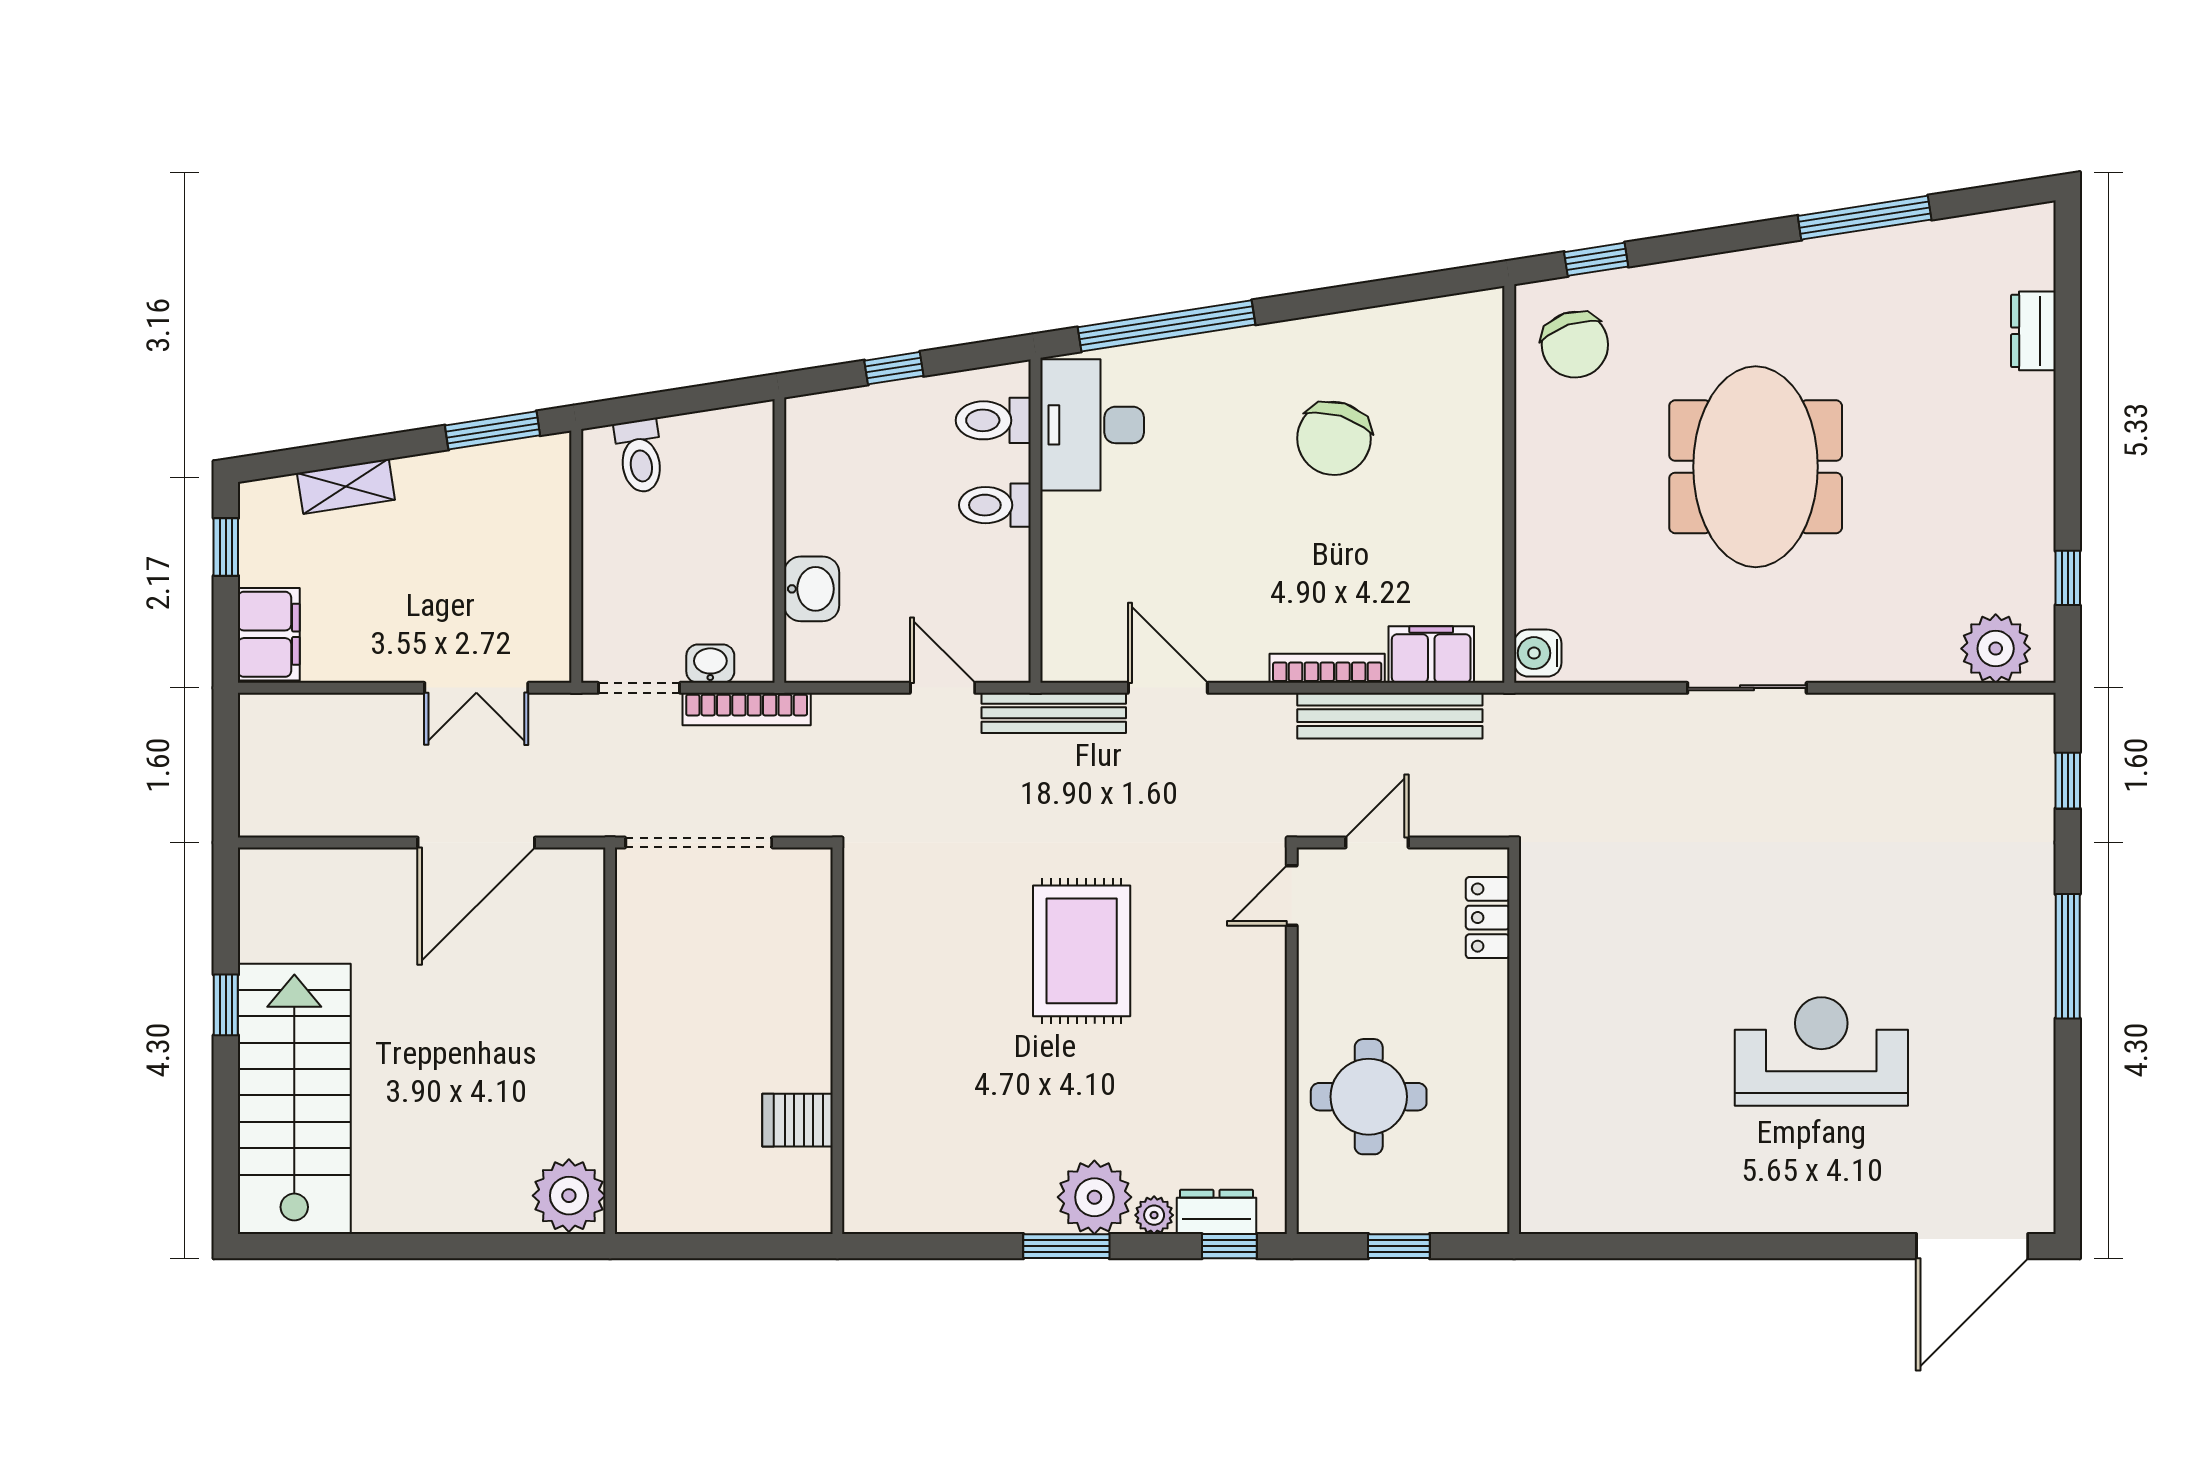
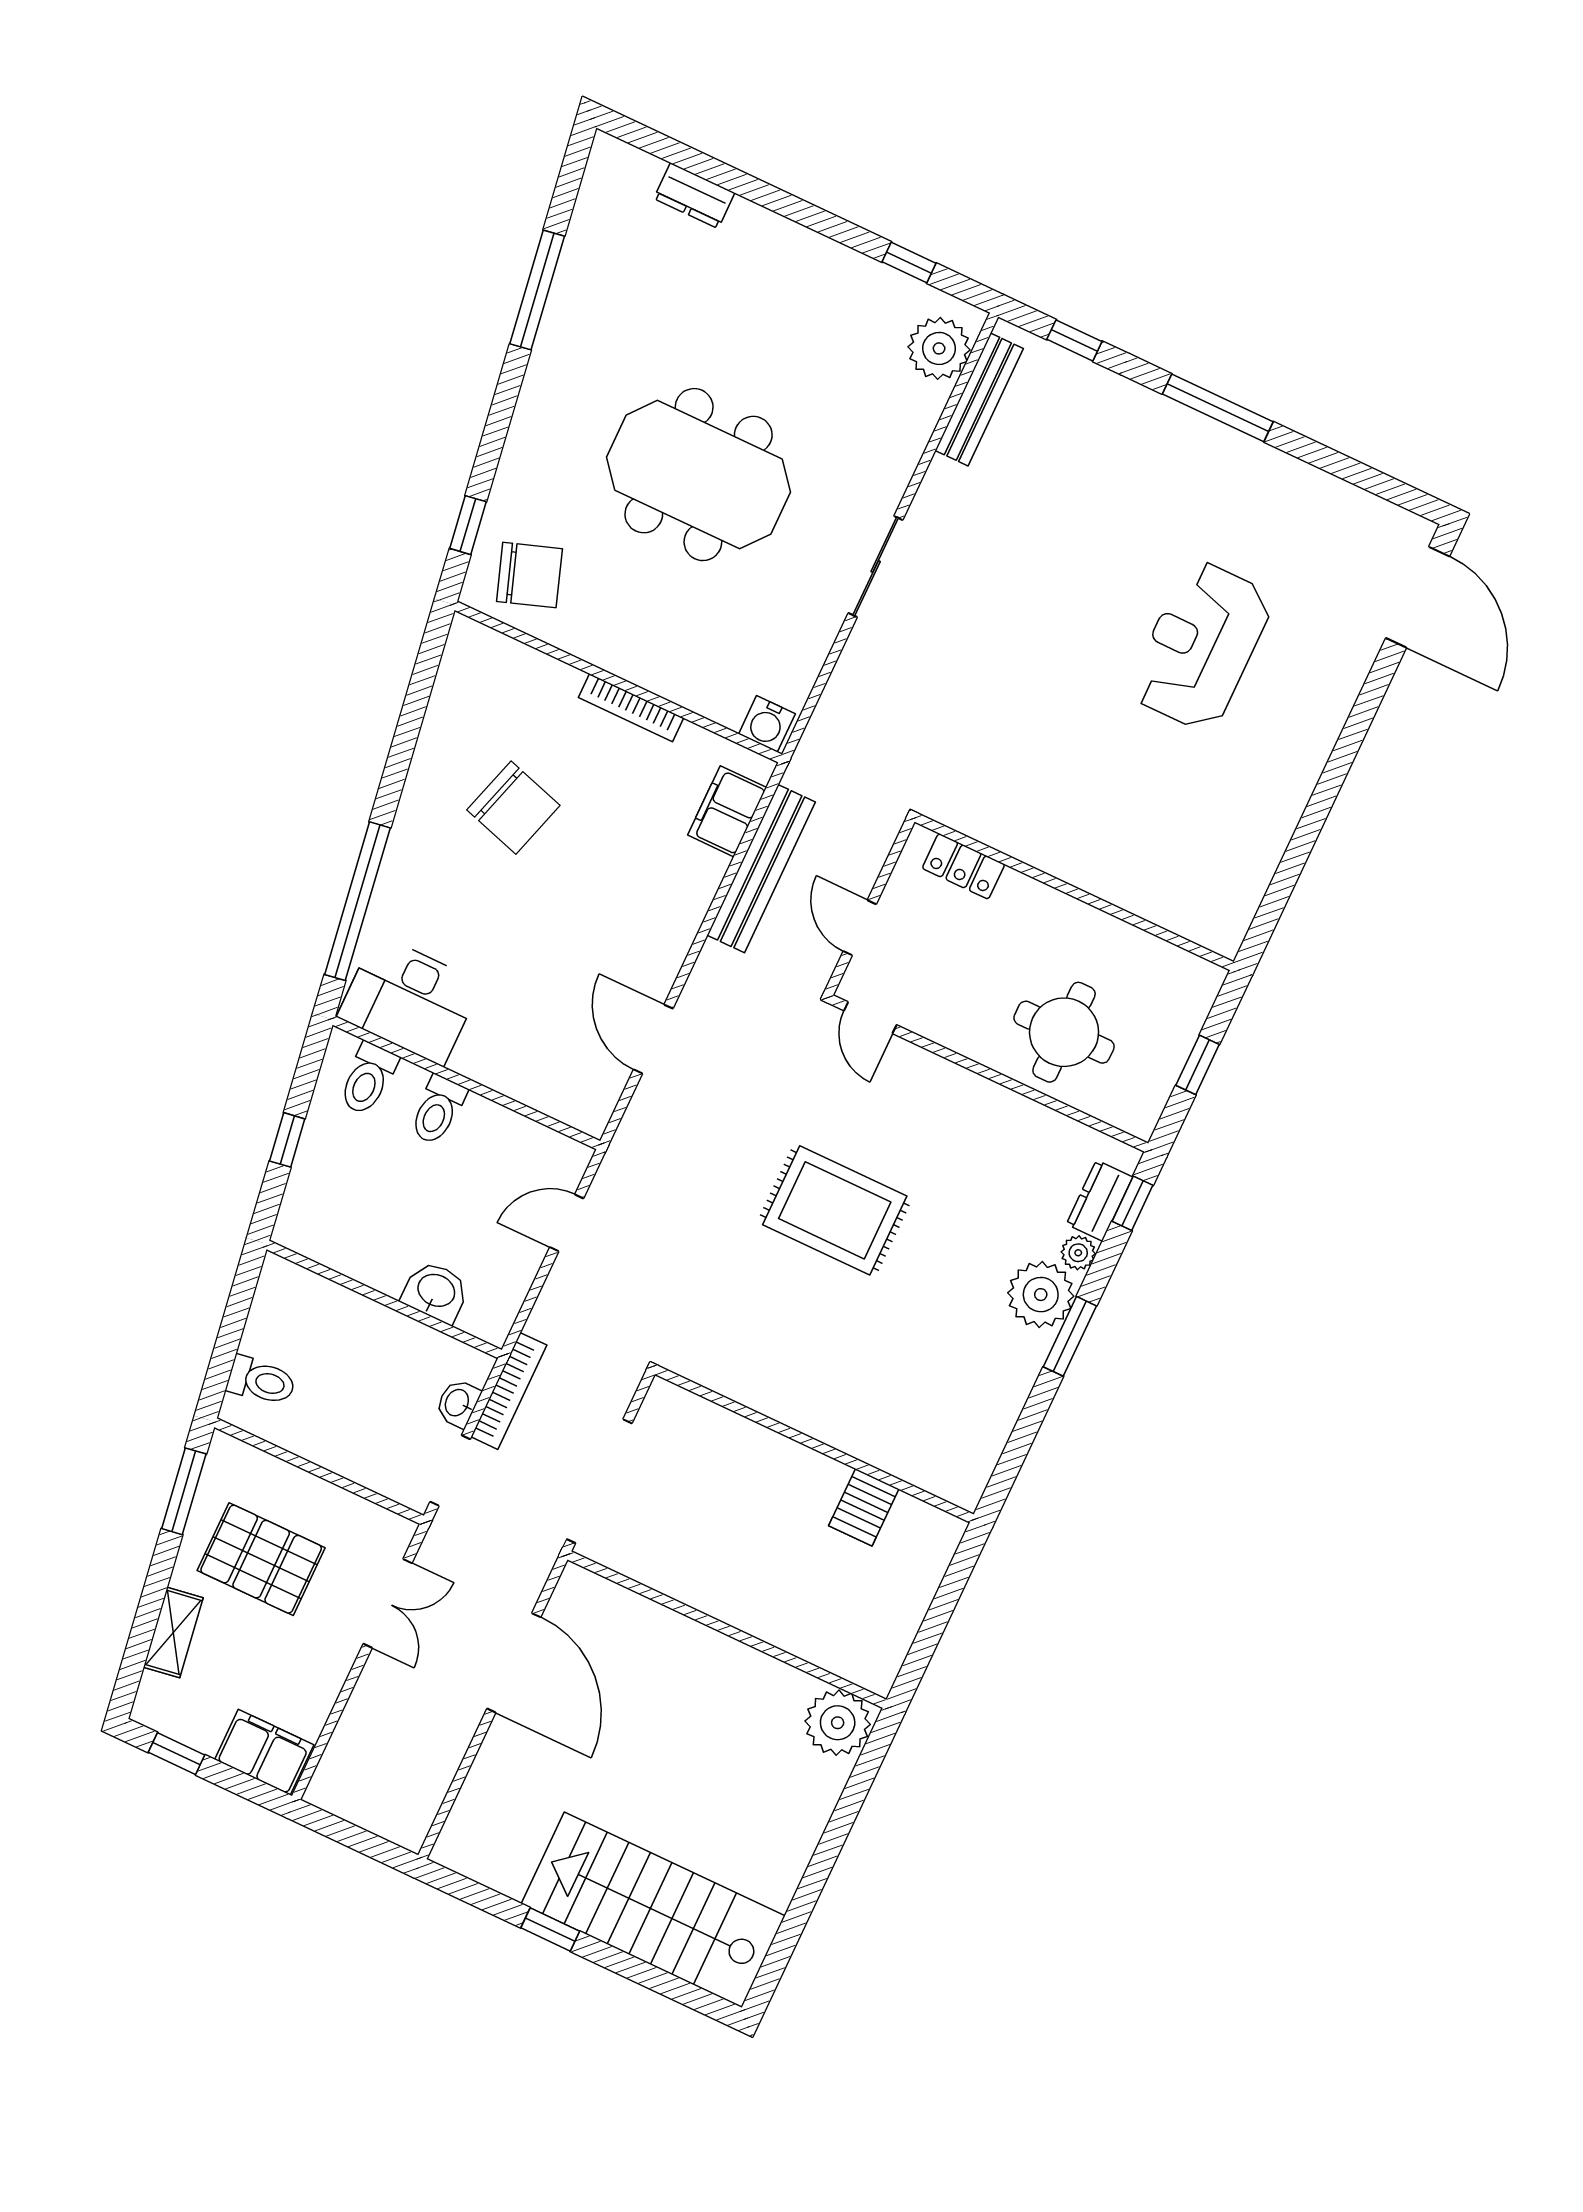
pallet: (461, 540) -> (261, 1559), added
bookcase: (1327, 668) -> (631, 708), moved, turned -90
door: (1168, 688) -> (653, 1039), hinge flipped
bench: (1054, 713) -> (979, 399), moved

